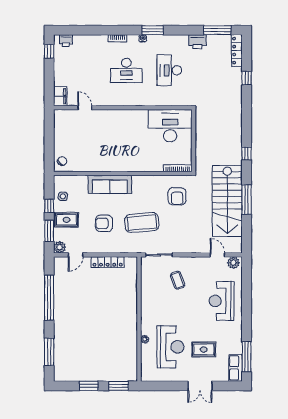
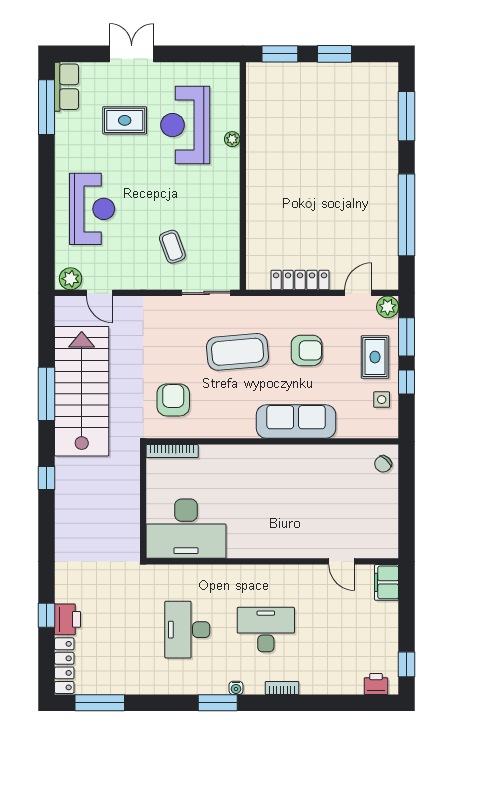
printer: (197, 42) -> (67, 619), moved, turned 90
desk: (169, 70) -> (187, 630), turned 180
rug: (67, 220) -> (375, 357), turned 90

